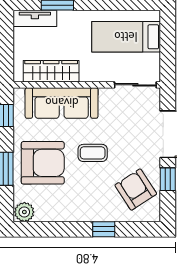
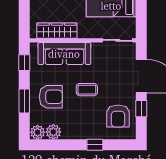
armchair: (43, 163) -> (51, 97), width x0.73, depth x0.73
armchair: (136, 190) -> (118, 116), turned -147
plant: (46, 211) -> (53, 132), added

